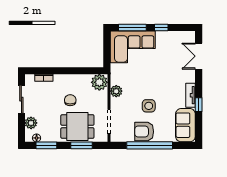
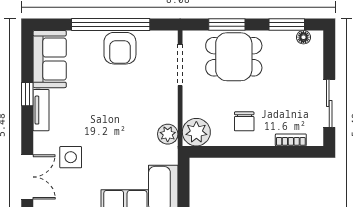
plant: (116, 91) -> (168, 134), moved
chair: (70, 100) -> (244, 121), moved
side table: (149, 106) -> (71, 157), moved
plant: (31, 123) -> (313, 63), removed
armchair: (144, 132) -> (120, 48), turned 90

